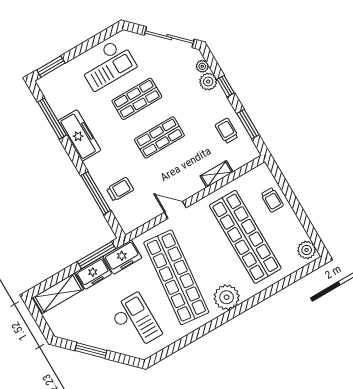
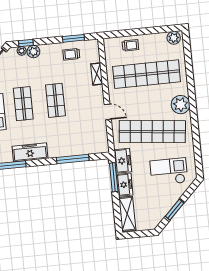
window: (226, 86) -> (26, 43), moved
trolley: (120, 189) -> (78, 142), removed
door: (175, 210) -> (108, 112), swing flipped

